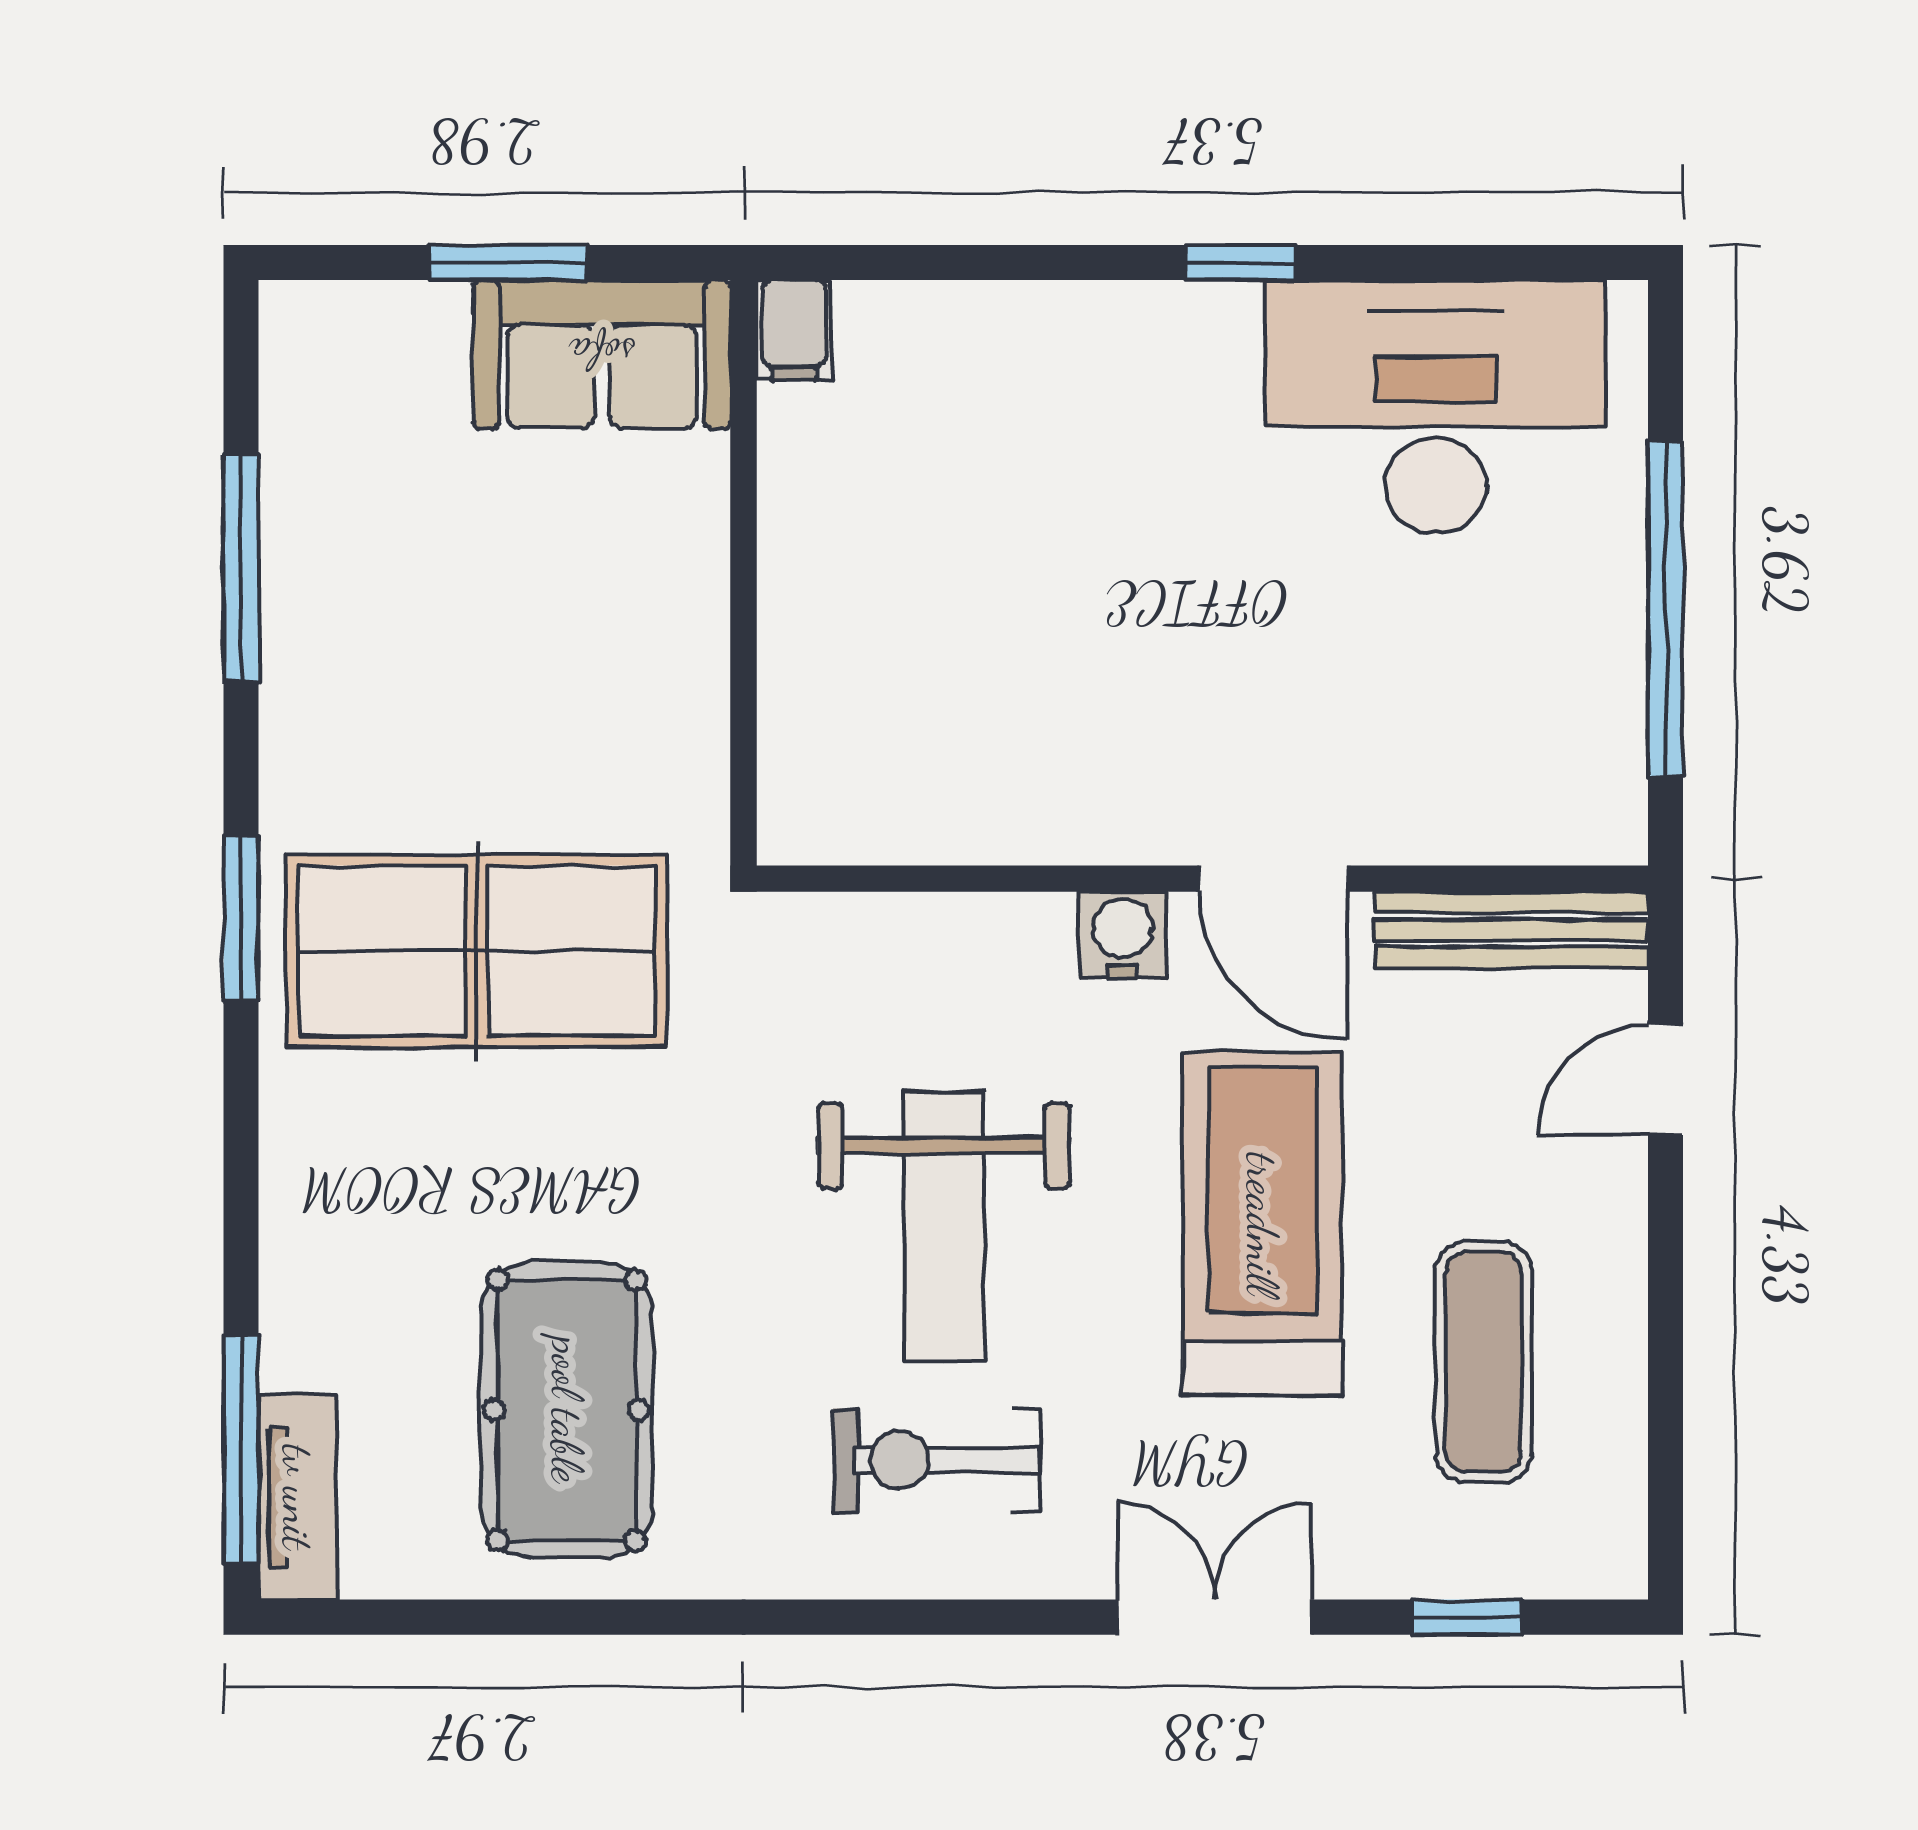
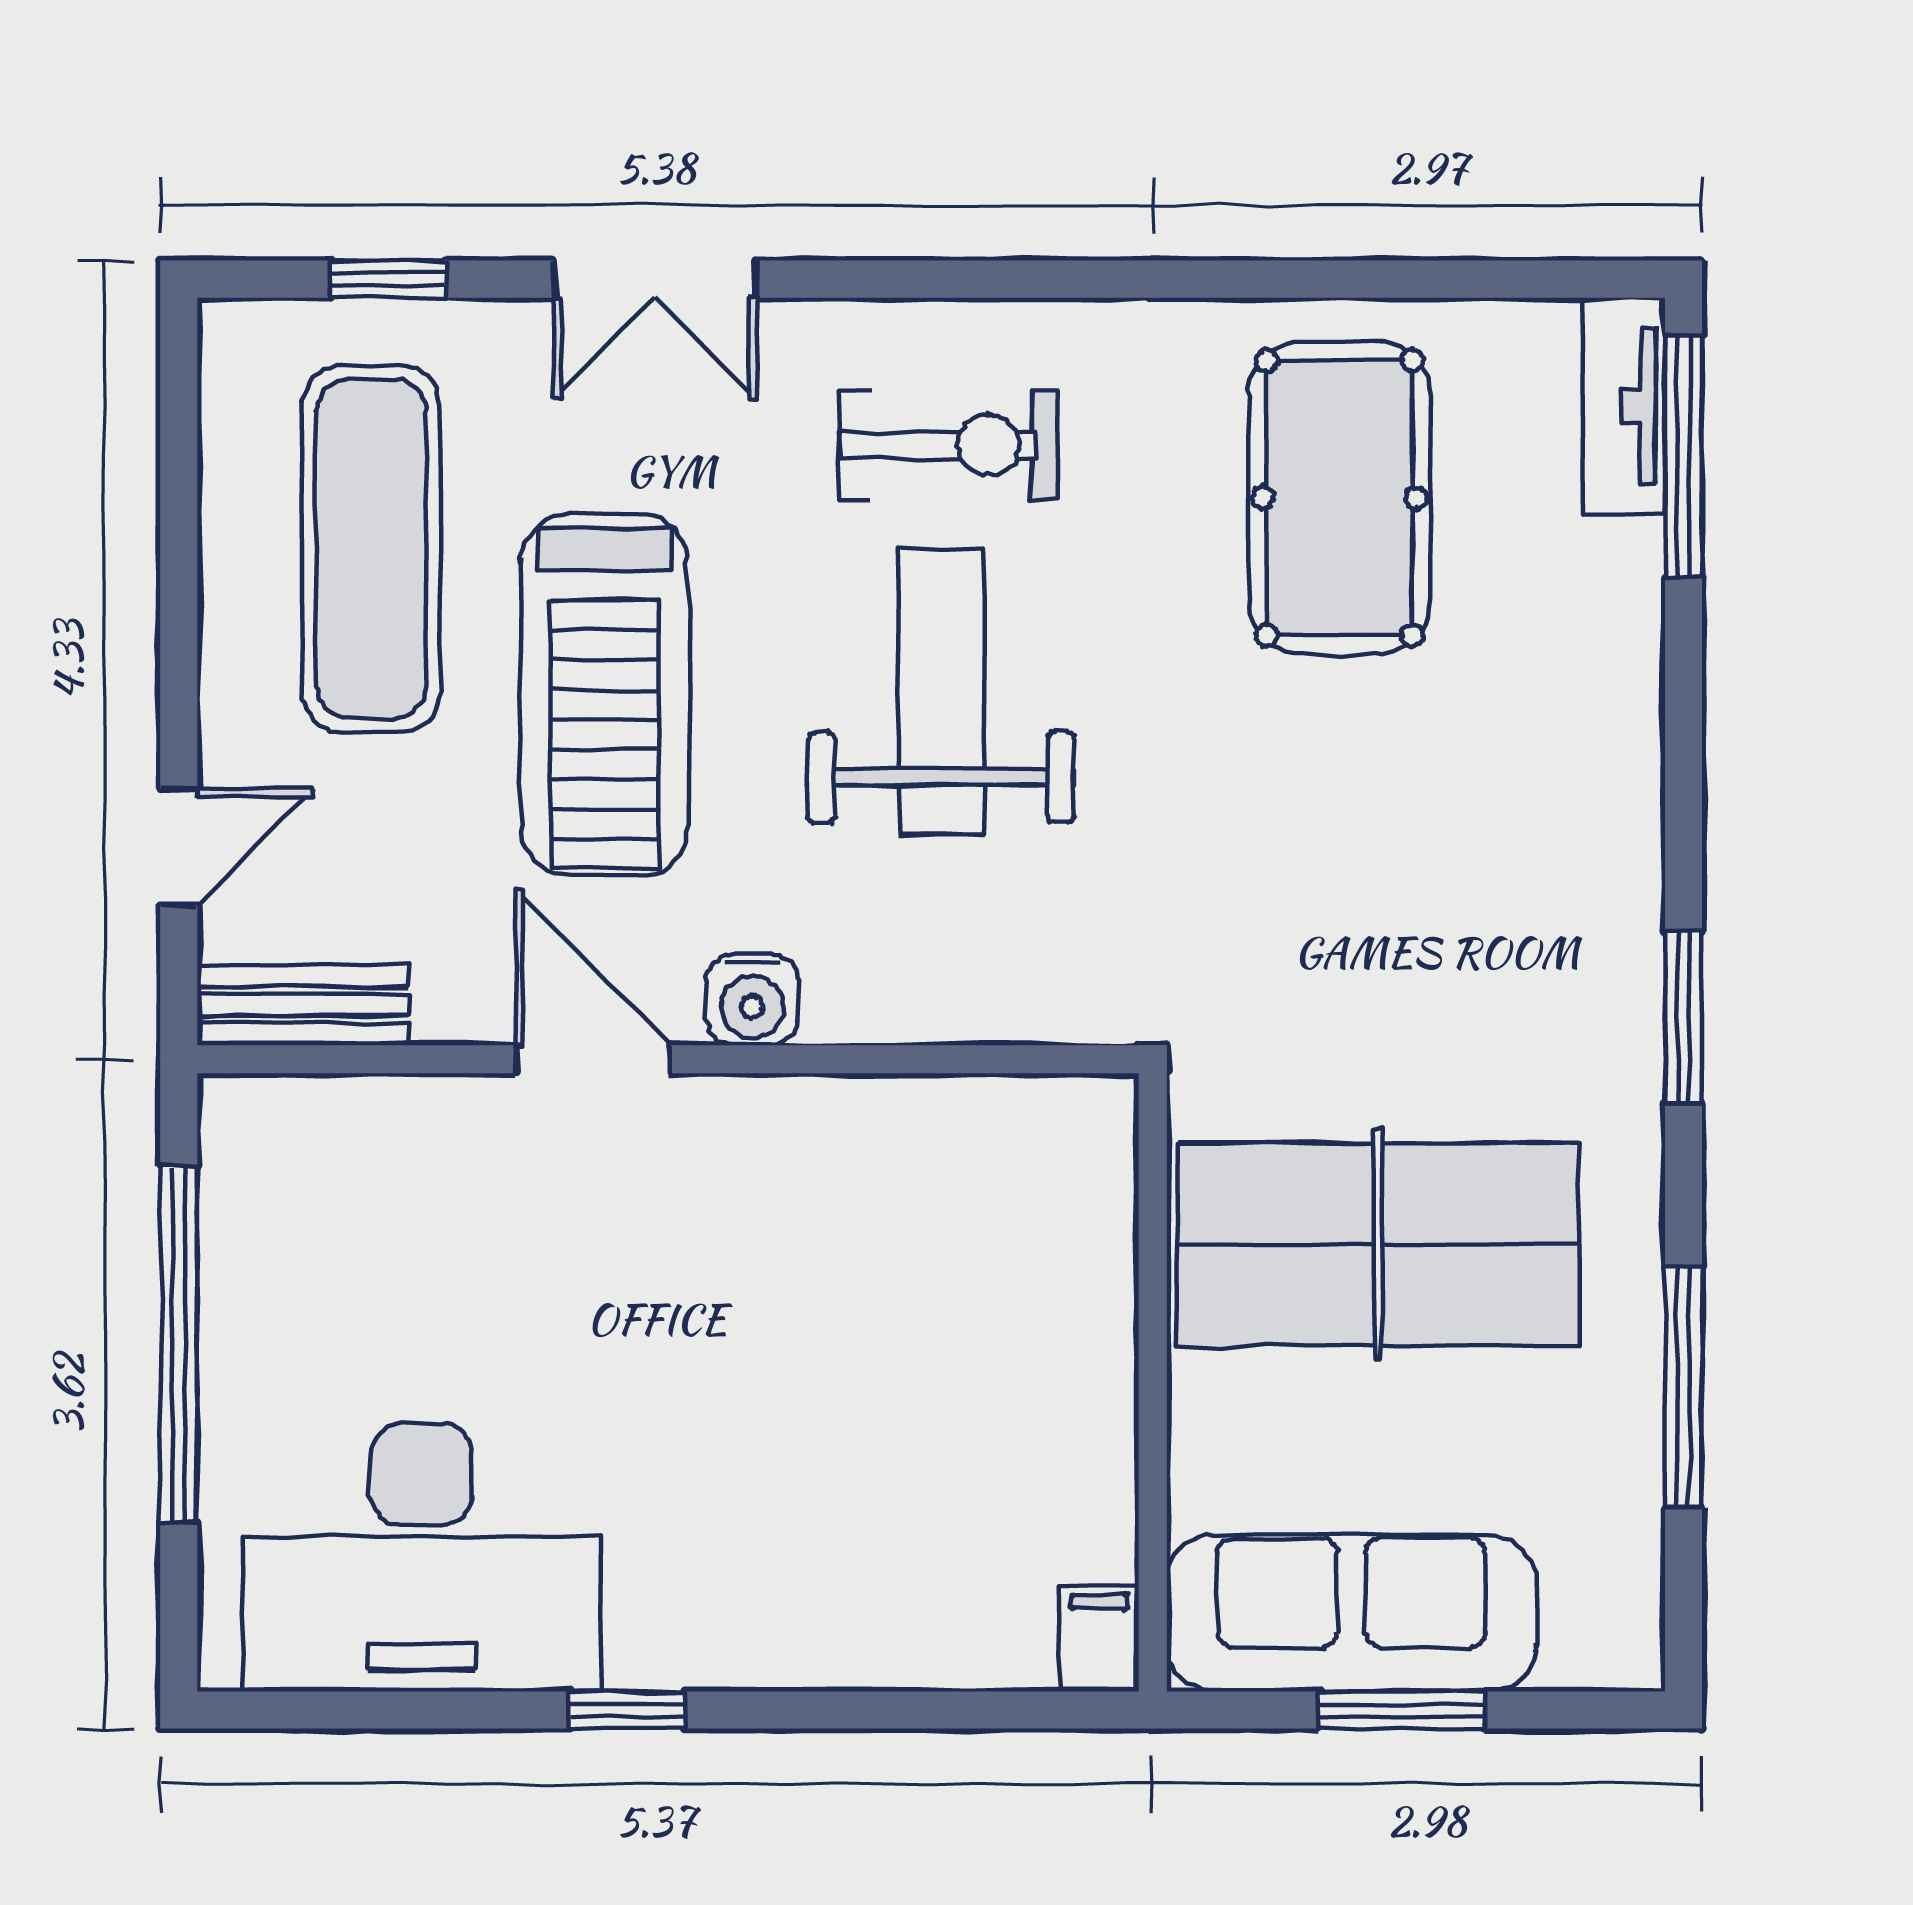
sofa: (602, 354) -> (1351, 1613), width x1.36
bench: (1511, 930) -> (304, 1005), width x0.73
table tennis table: (477, 951) -> (1378, 1244), moved
exercise mat: (1484, 1362) -> (371, 549), width x1.36, depth x1.45

